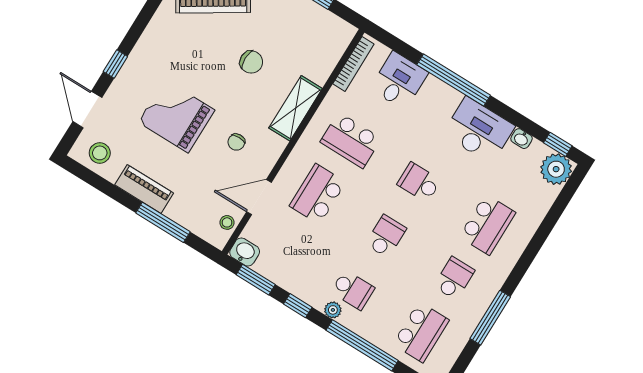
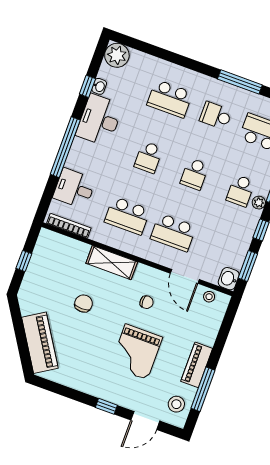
school desk: (351, 140) -> (127, 216), turned 90
window: (558, 144) -> (87, 86), moved
window: (163, 222) -> (203, 389), moved
school desk: (487, 225) -> (170, 99), turned 180
school desk: (386, 236) -> (195, 174), turned -90
school desk: (353, 290) -> (241, 191), turned 180

